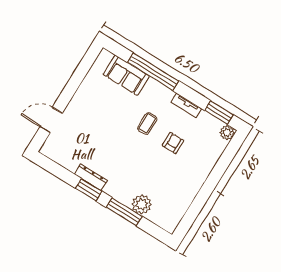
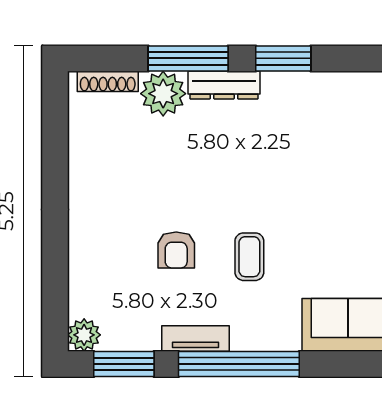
window: (153, 72) -> (239, 364), moved
dresser: (91, 177) -> (224, 85), moved
shoe rack: (160, 222) -> (108, 81), added

